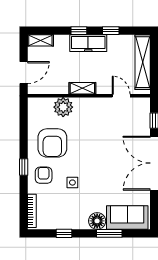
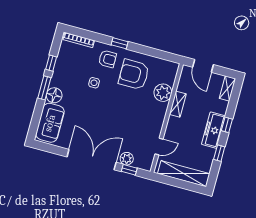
shelving: (82, 88) -> (178, 104), moved
plant: (143, 126) -> (127, 159), added
window: (109, 233) -> (44, 88), moved

